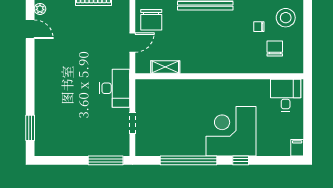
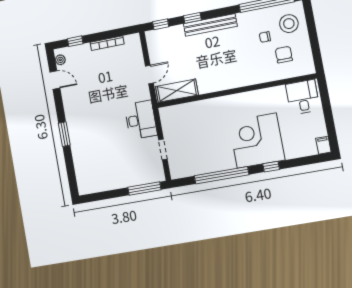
chair: (151, 20) -> (163, 50), removed
shelving: (165, 67) -> (177, 91), width x1.50, depth x1.33
window: (30, 128) -> (64, 134), moved

